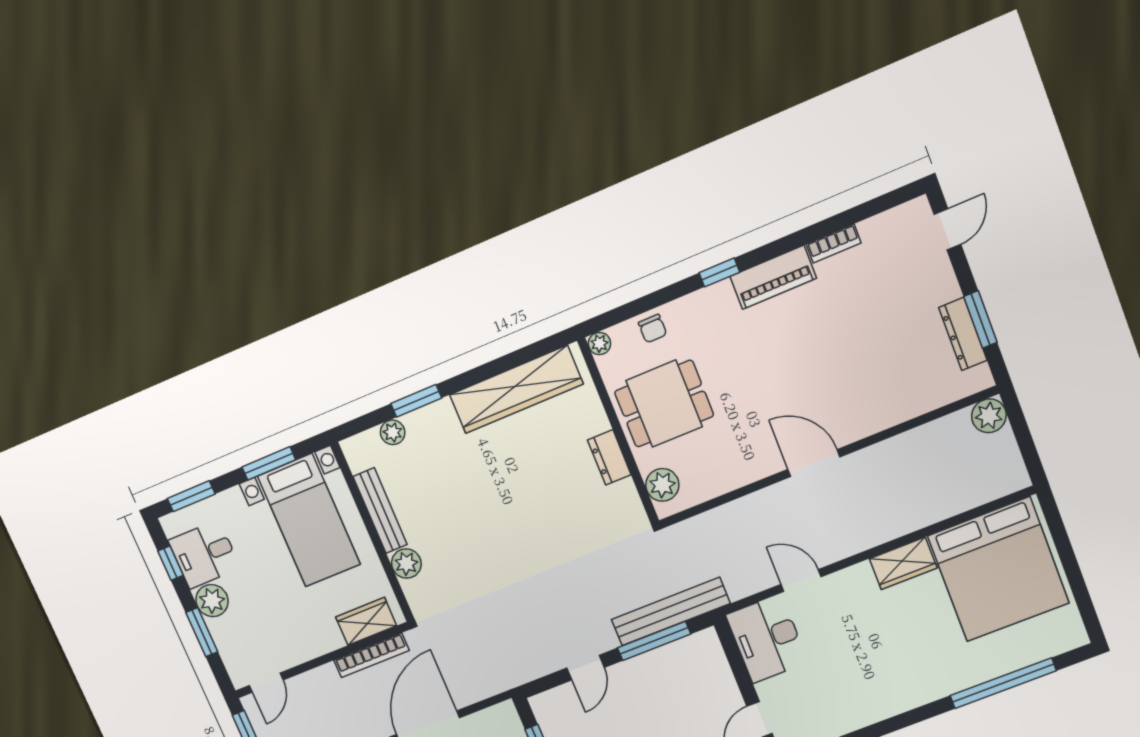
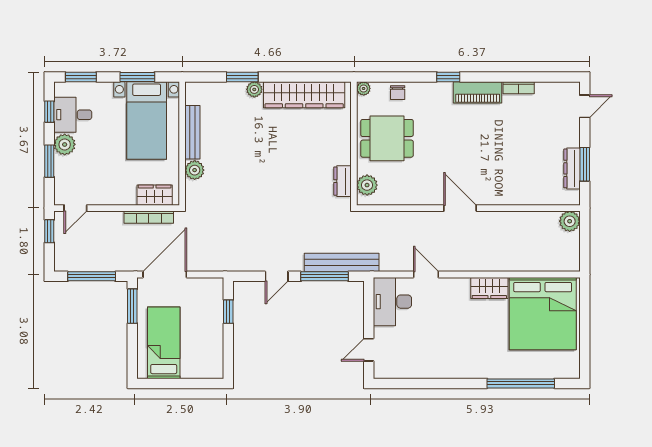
plant: (393, 432) -> (254, 89), moved
dresser: (609, 457) -> (342, 181), moved

